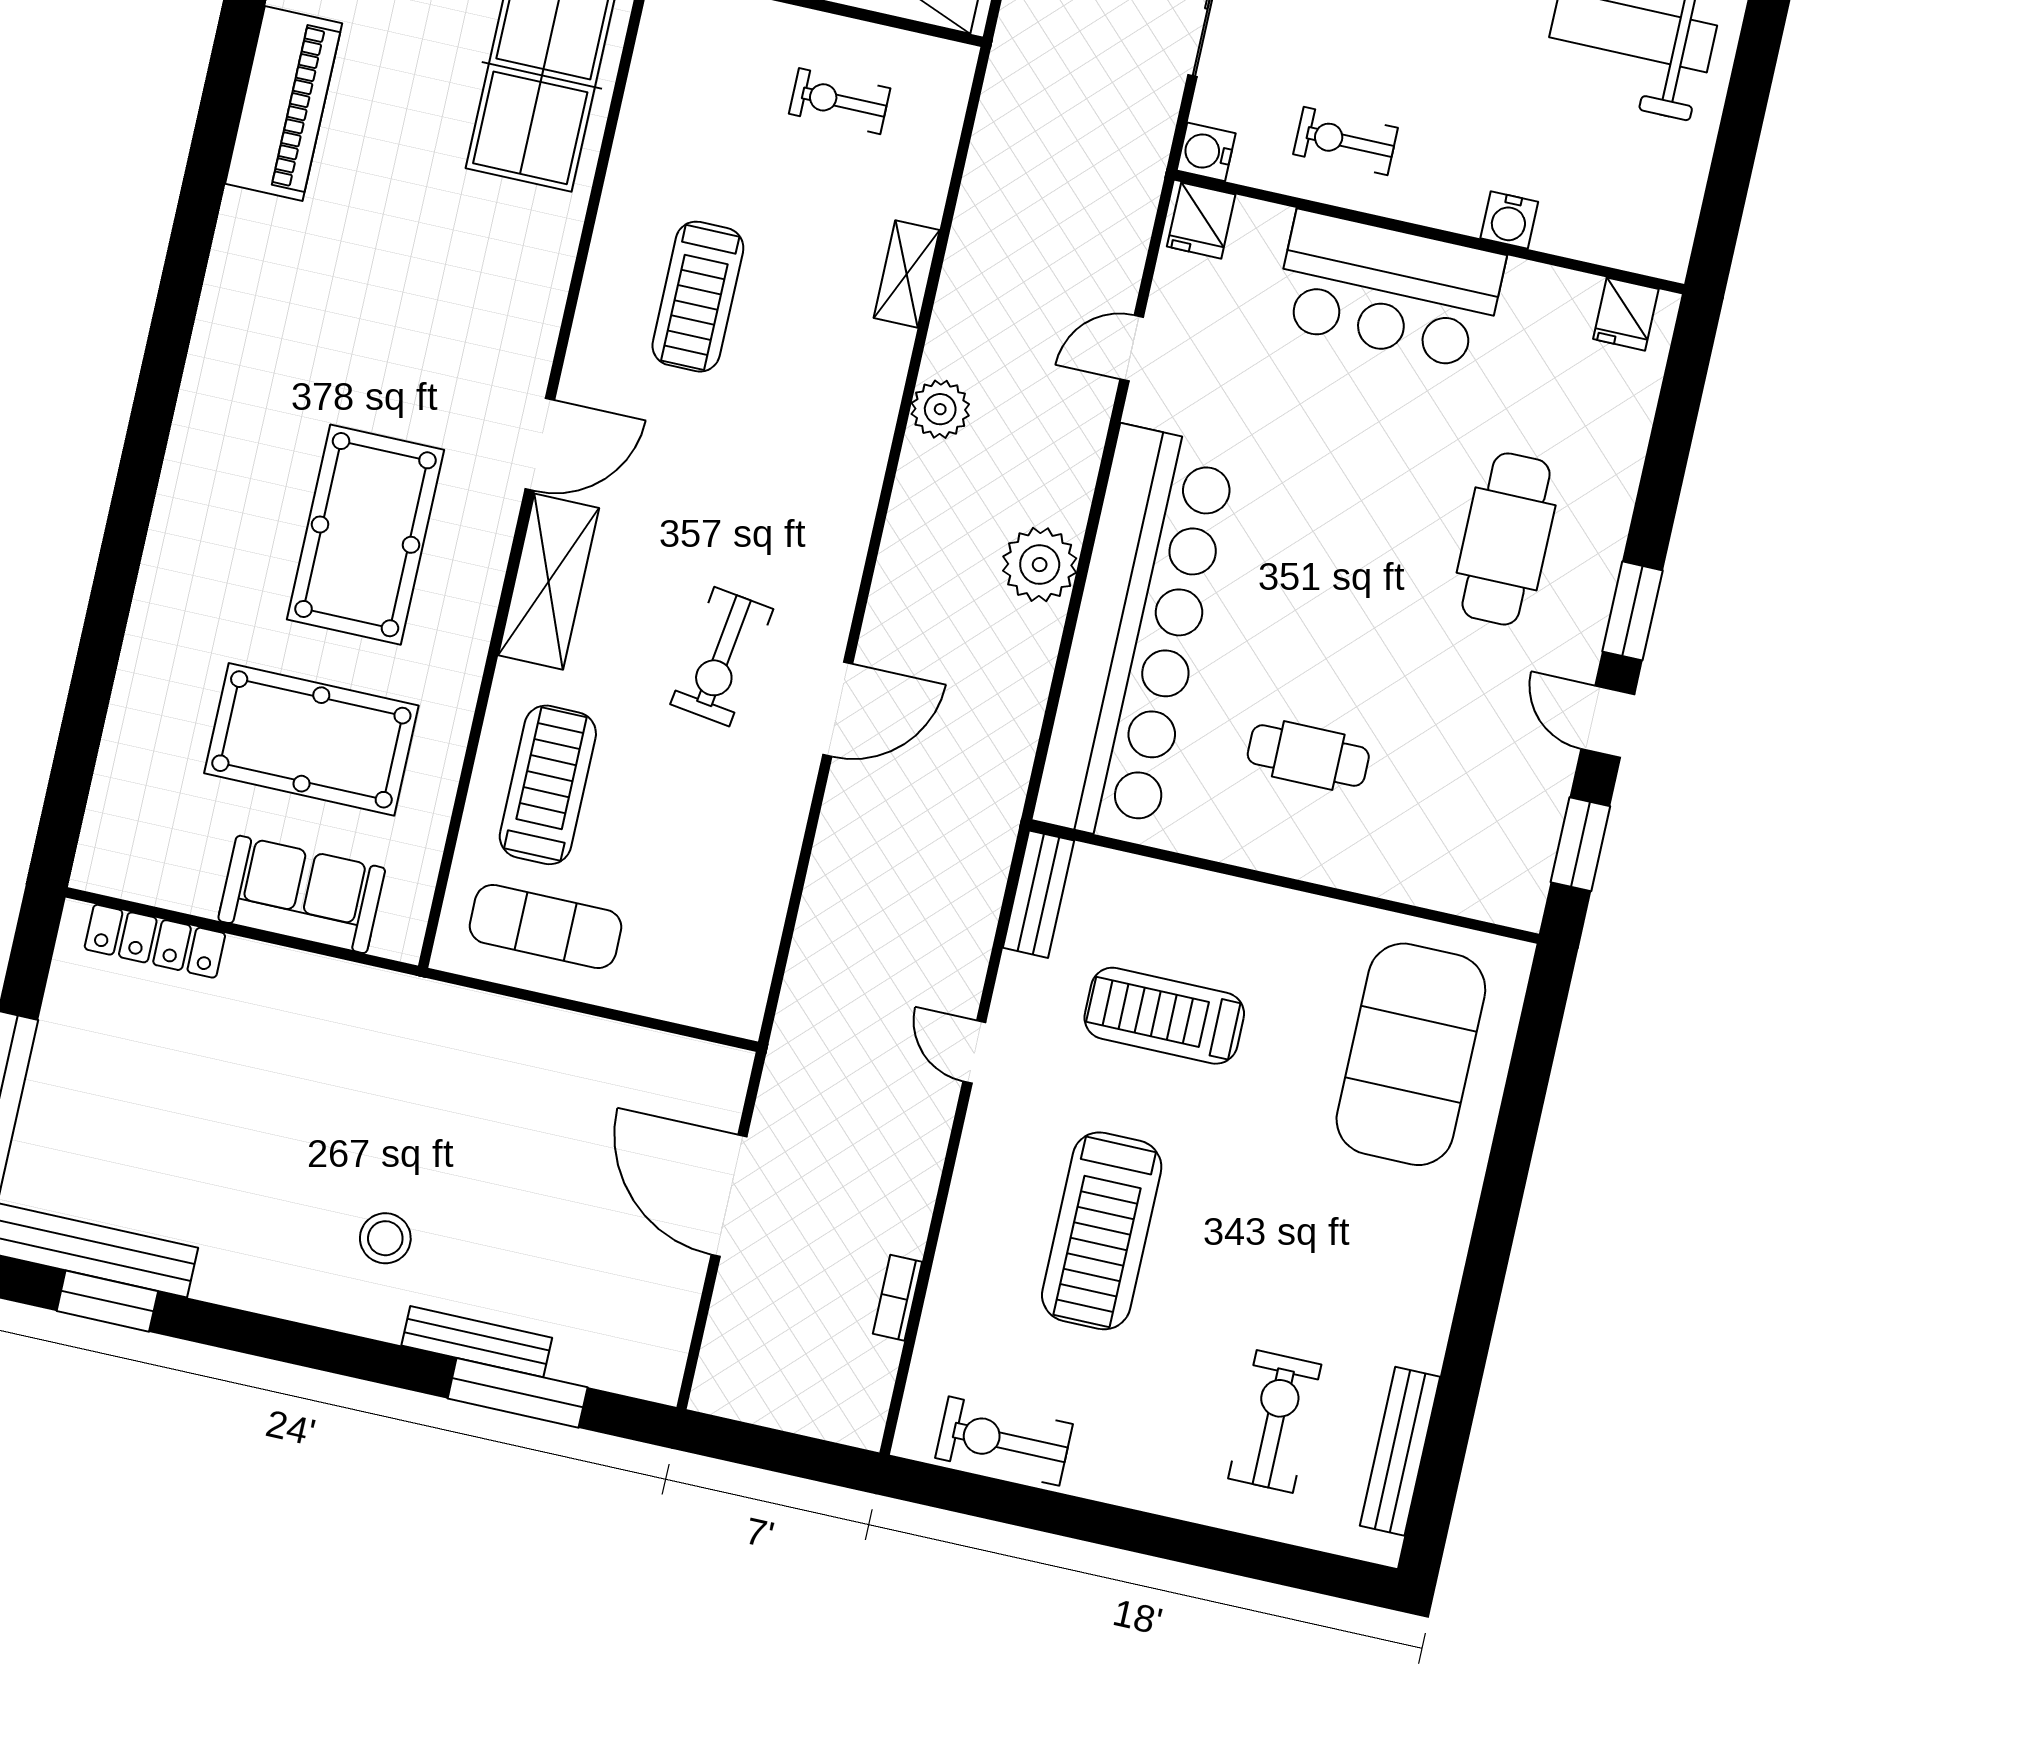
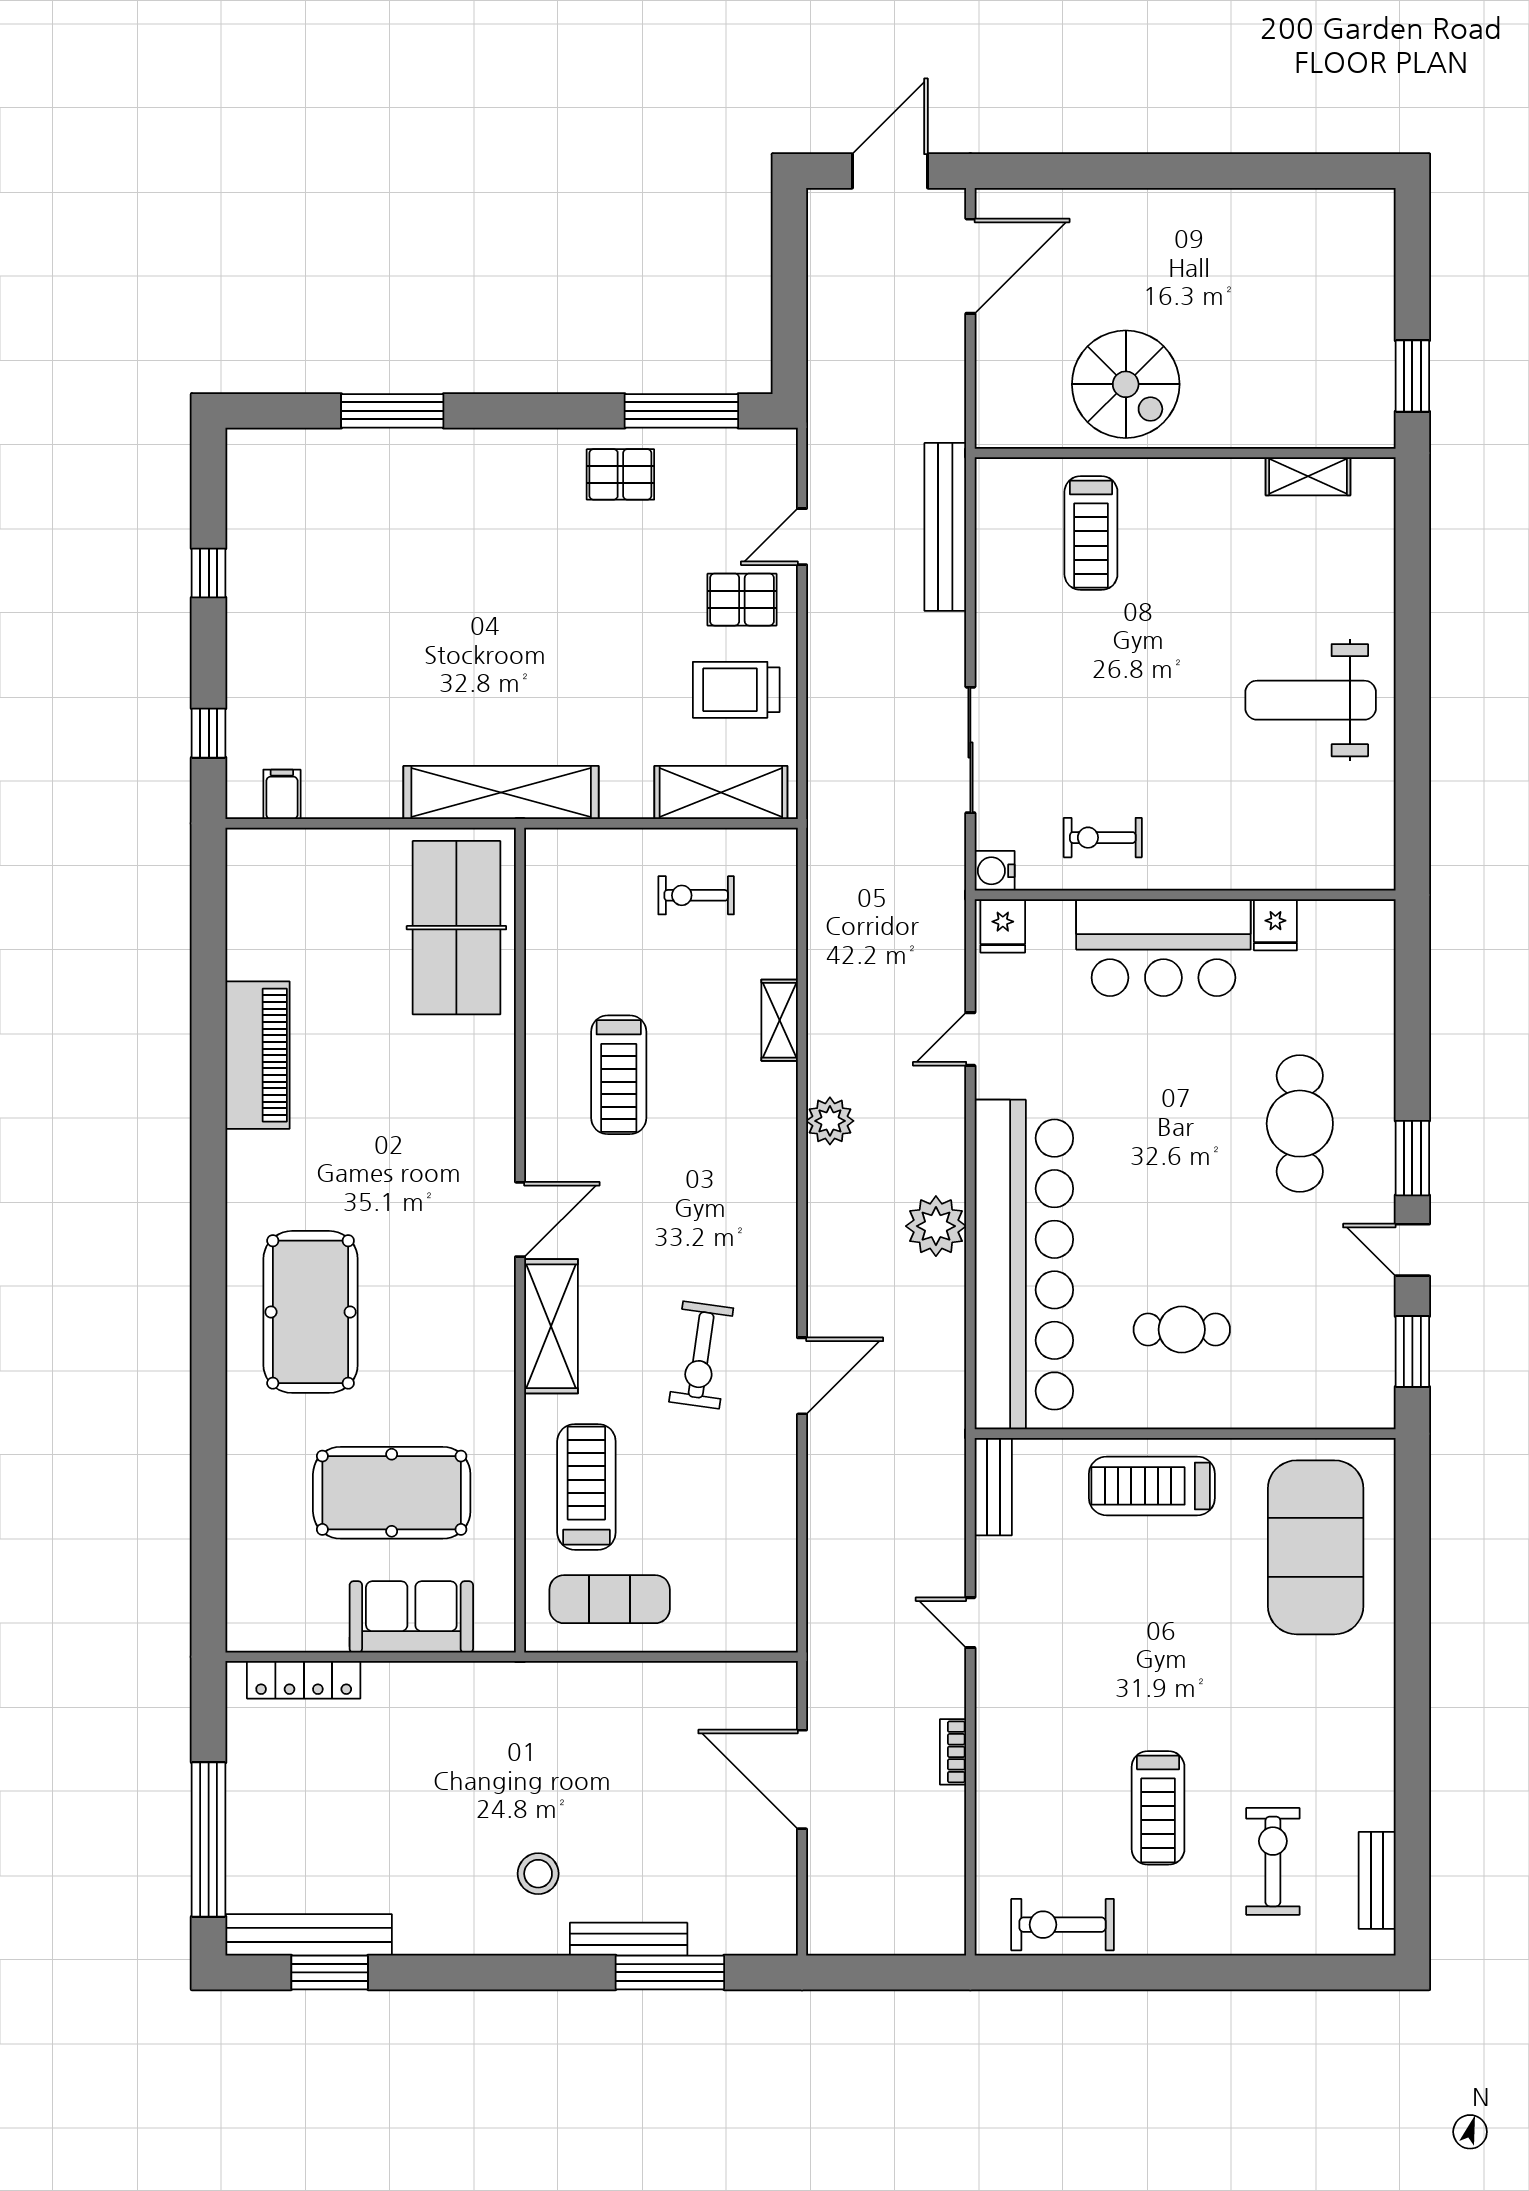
piano: (284, 103) -> (257, 1055), moved
water cooler: (1509, 220) -> (1246, 871), removed
fridge: (1626, 314) -> (1275, 925), moved
pool table: (365, 535) -> (311, 1312), moved
treadmill: (1164, 1016) -> (1152, 1486), moved
treadmill: (1102, 1231) -> (1158, 1808), moved, width x0.73, depth x0.73
bookcase: (897, 1298) -> (953, 1752), moved
bench: (1400, 1451) -> (1377, 1880), width x0.73

